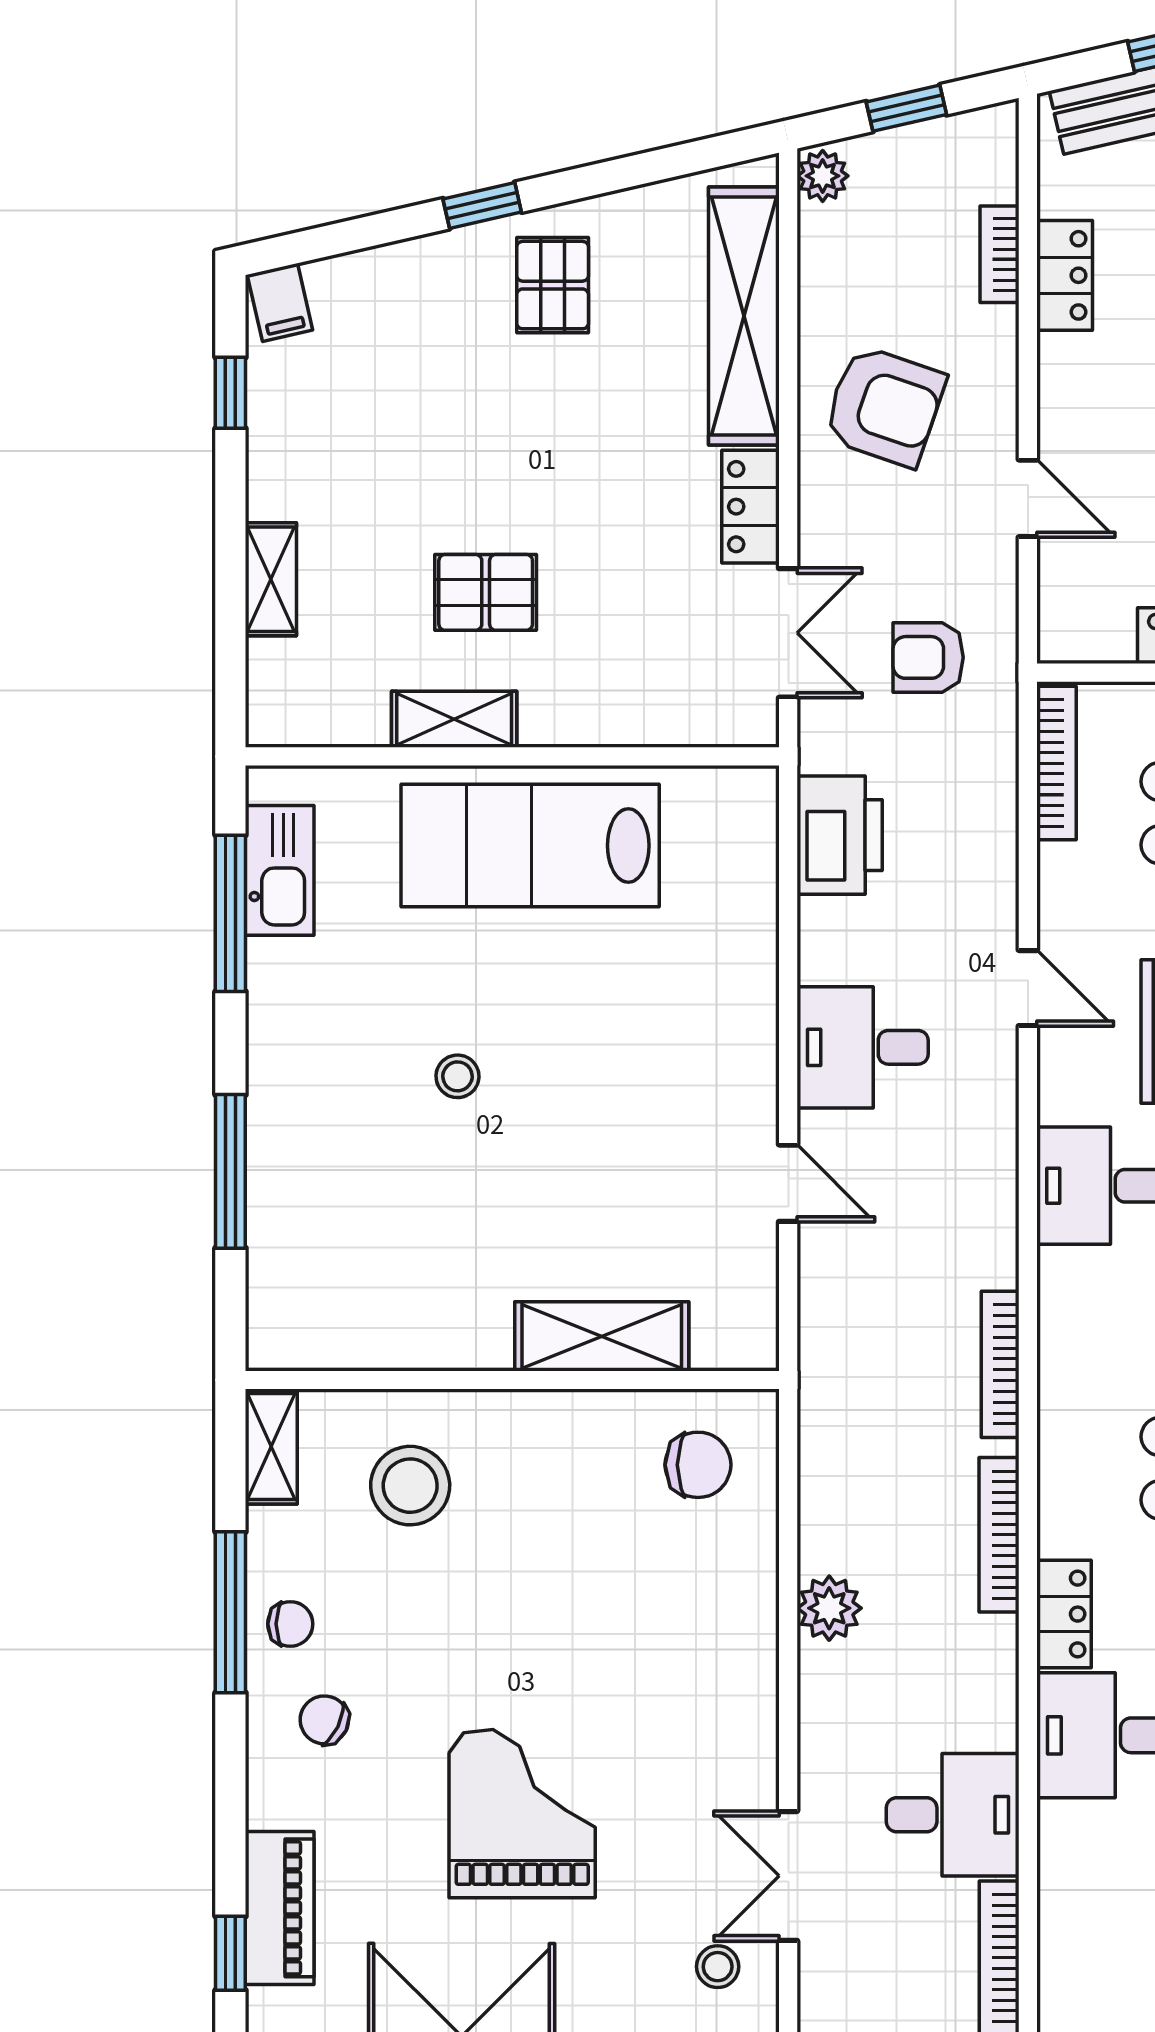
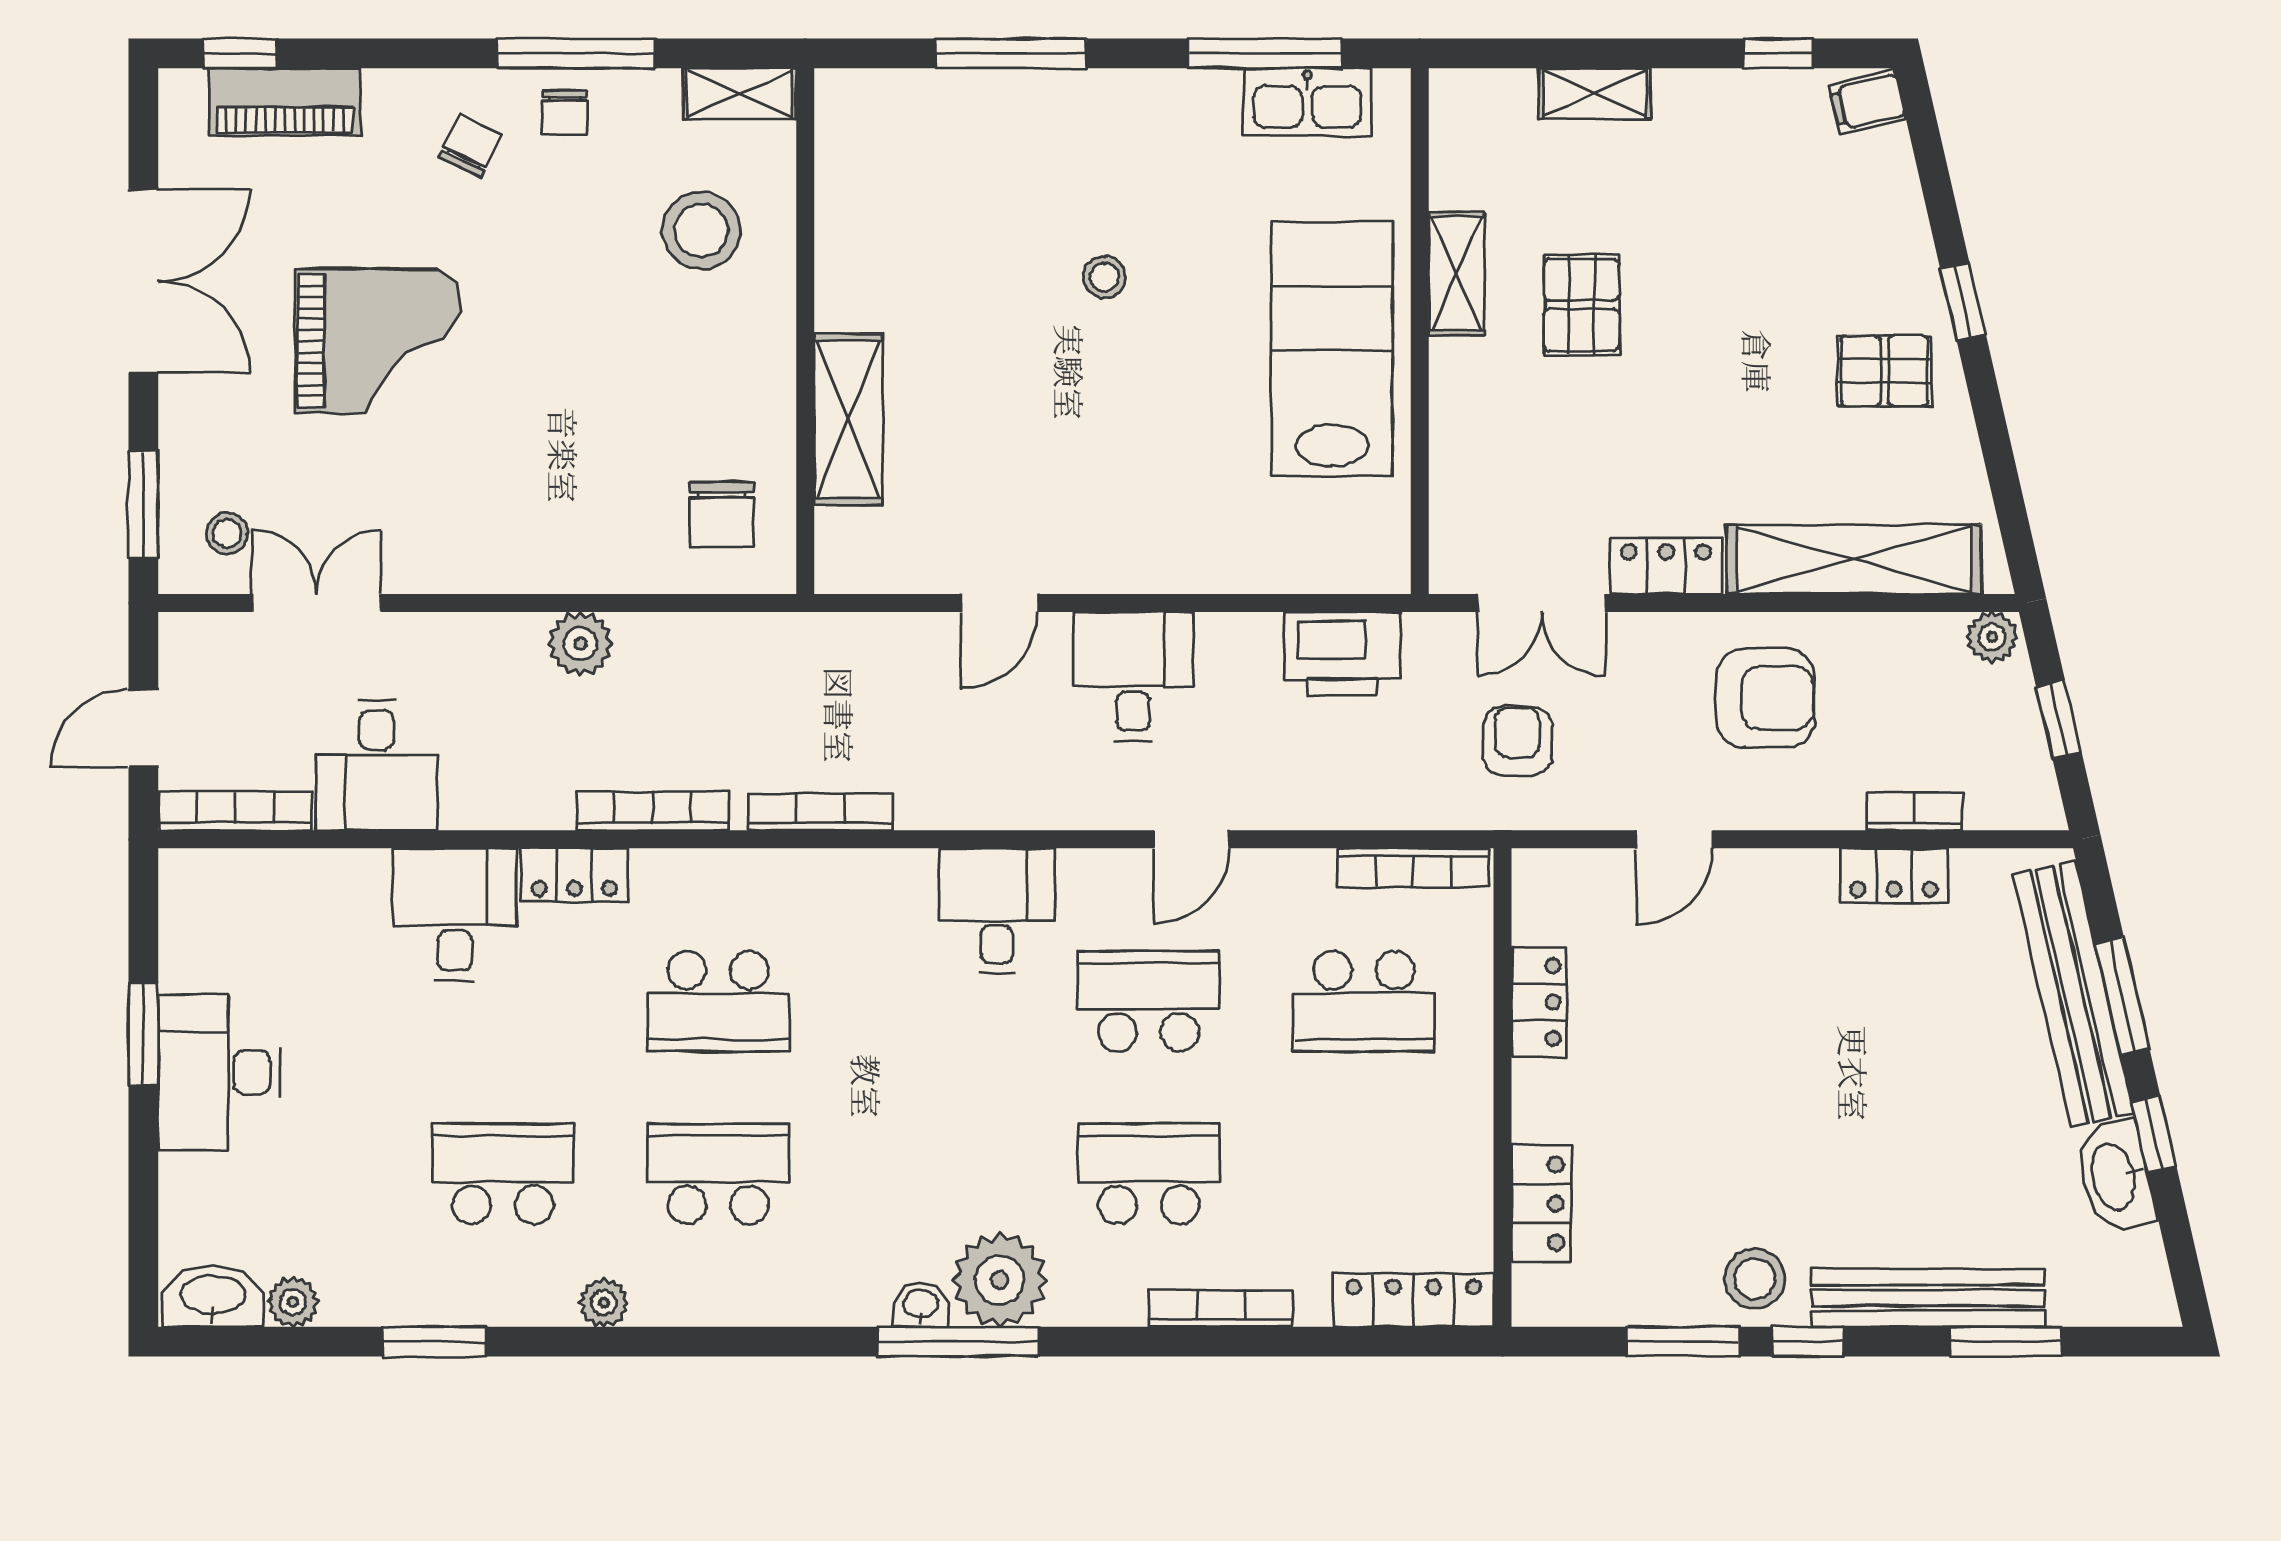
armchair: (884, 406) -> (1765, 698), turned -109

